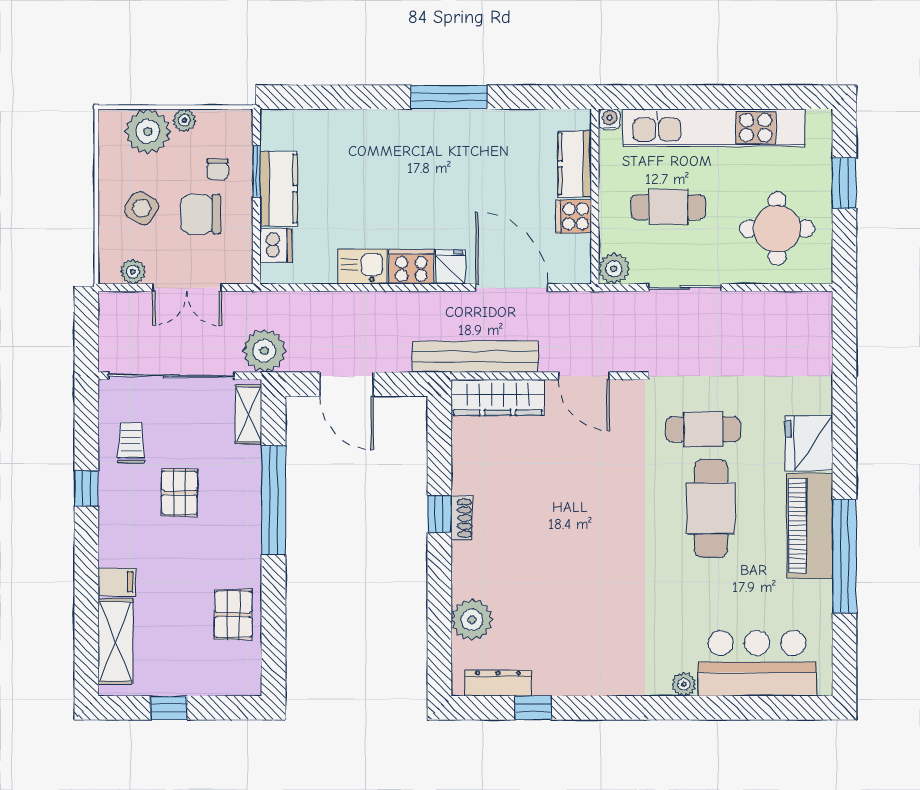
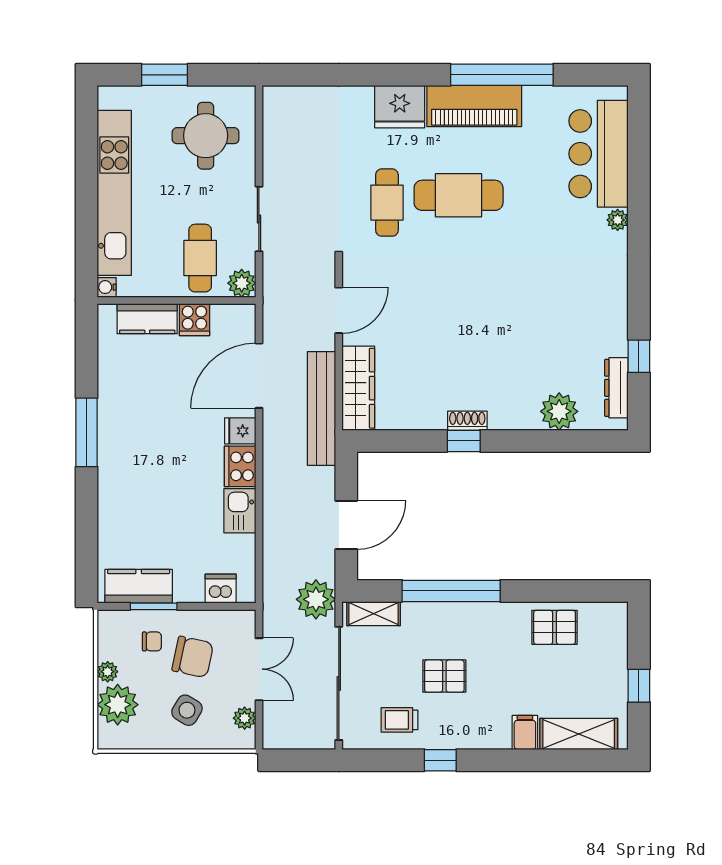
kitchen counter: (279, 189) -> (139, 586), moved
cafe table: (668, 207) -> (200, 258), moved
chair: (201, 214) -> (193, 657), turned -78

